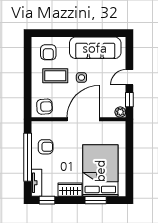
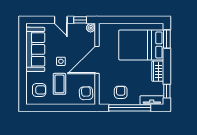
door: (83, 119) -> (97, 60), hinge flipped
window: (96, 200) -> (167, 39), moved

